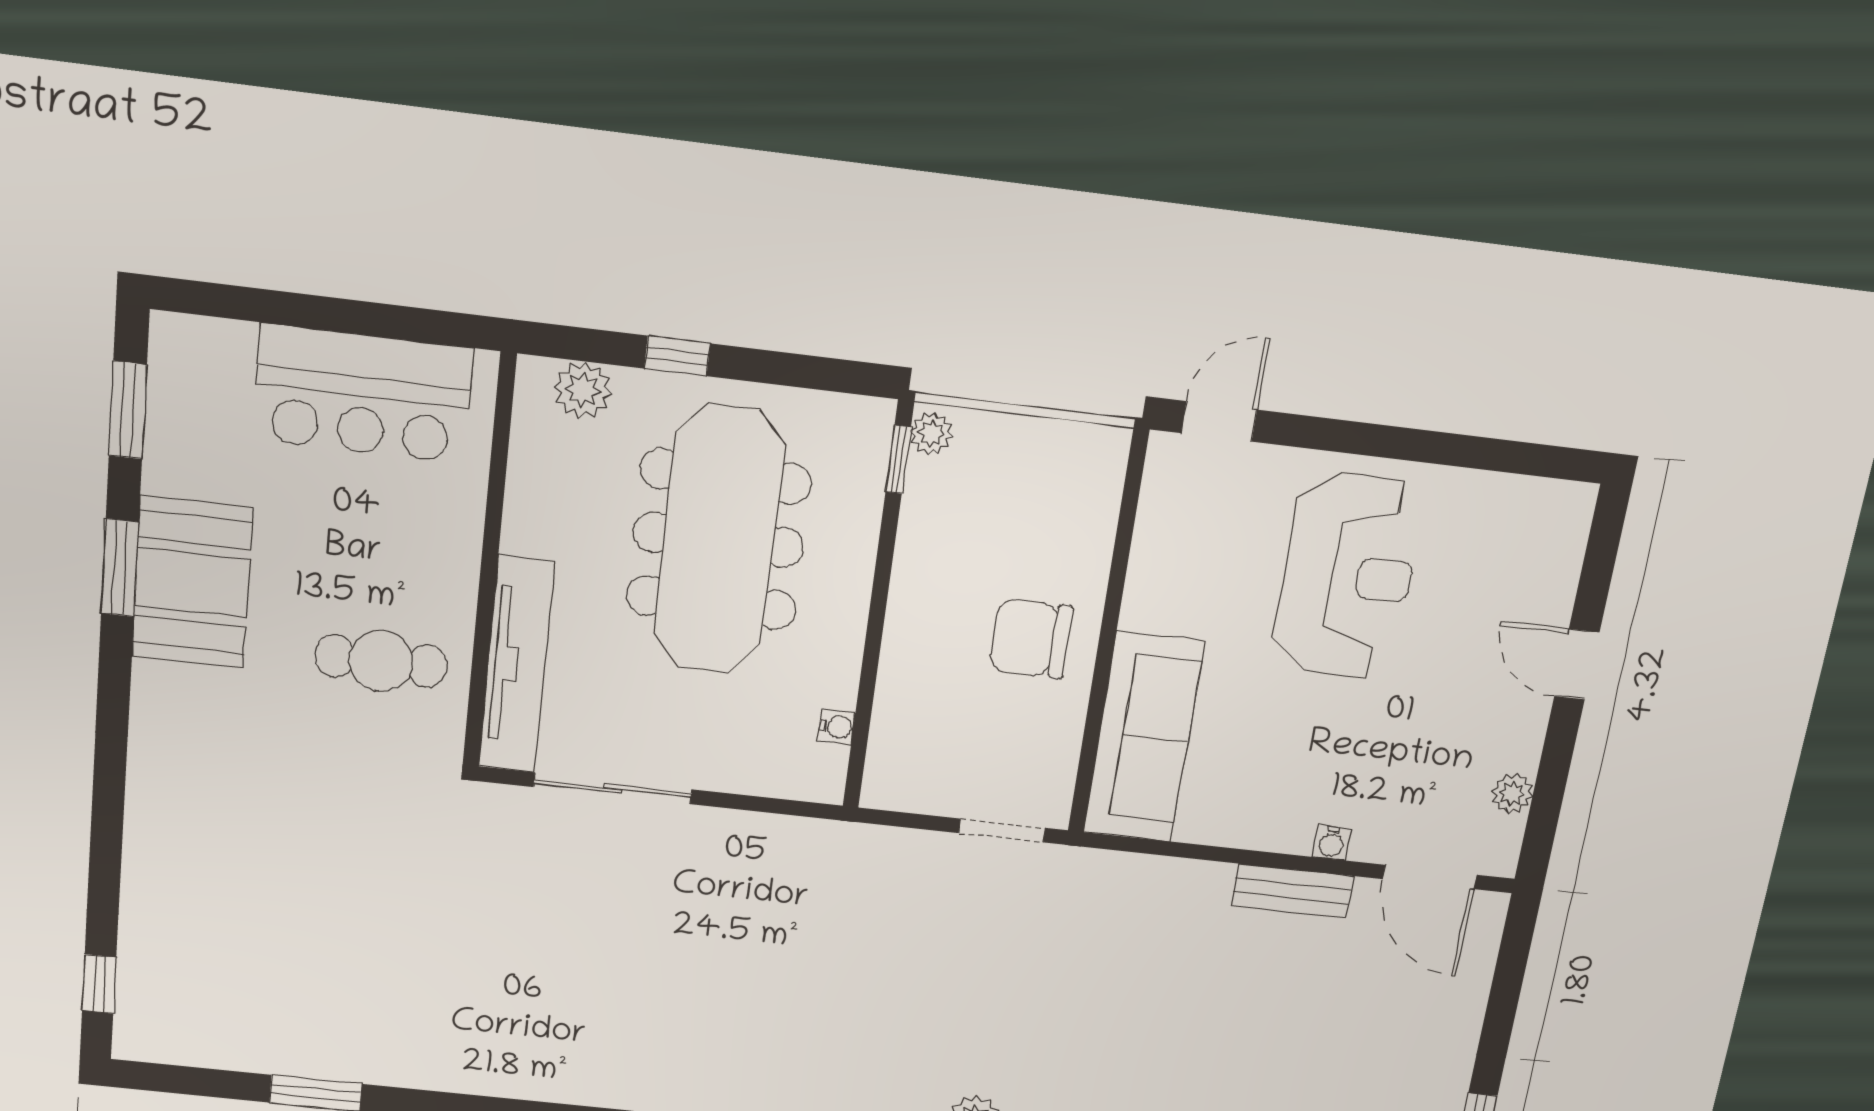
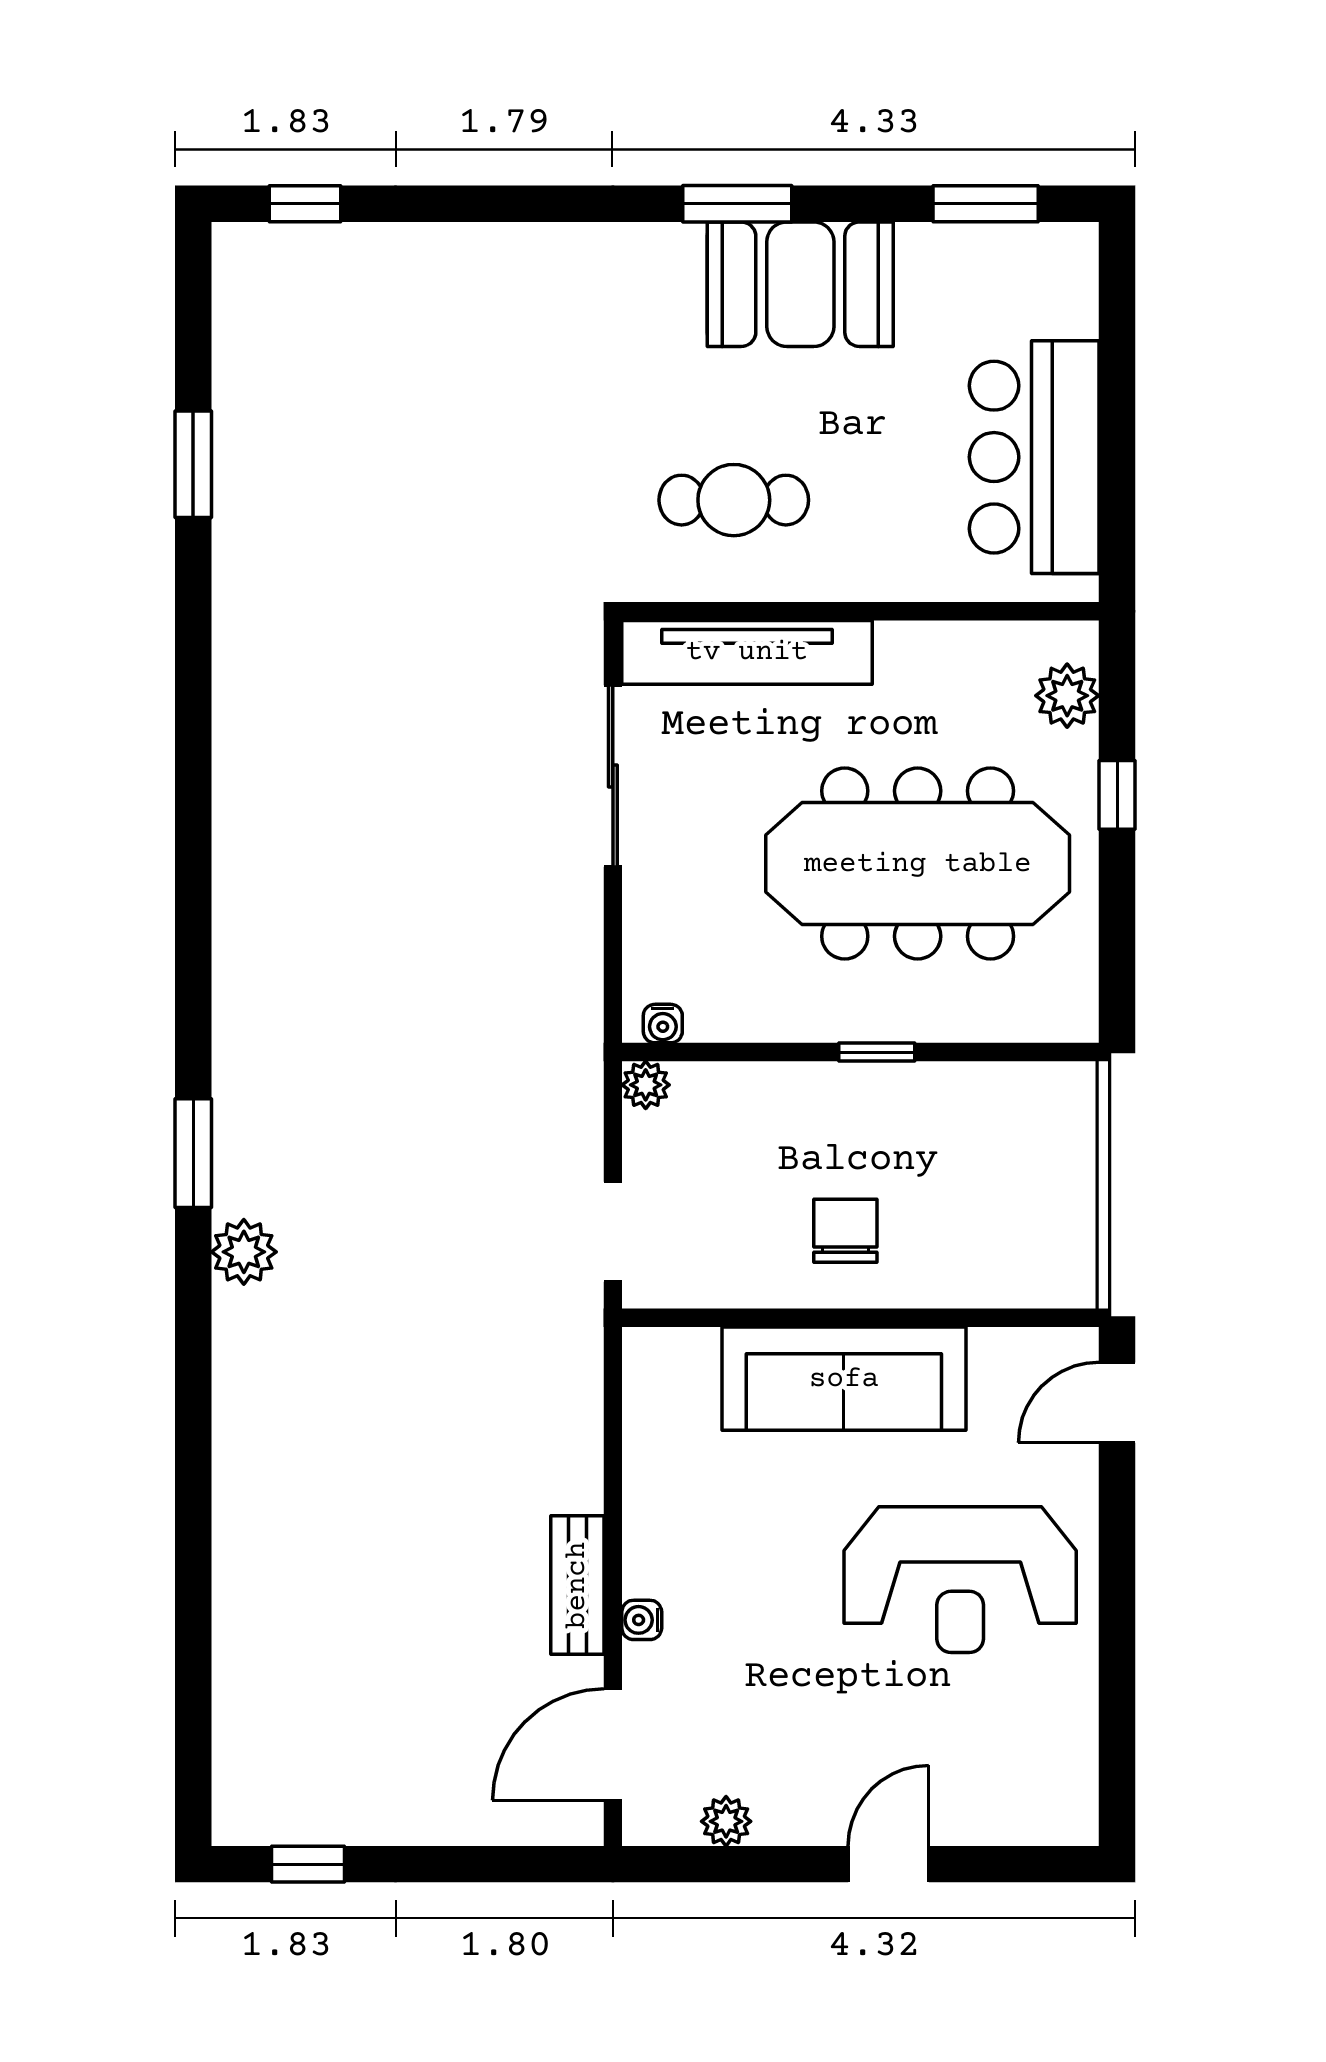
door: (1219, 421) -> (1117, 1403), swing flipped
plant: (931, 434) -> (646, 1085), moved
window: (898, 459) -> (877, 1052), moved
window: (120, 568) -> (737, 204), moved
chair: (1031, 639) -> (845, 1231), width x0.73, depth x0.73
cafe table: (381, 661) -> (734, 500), turned 90
water cooler: (837, 727) -> (663, 1024), moved
sofa: (1144, 737) -> (844, 1379), moved

